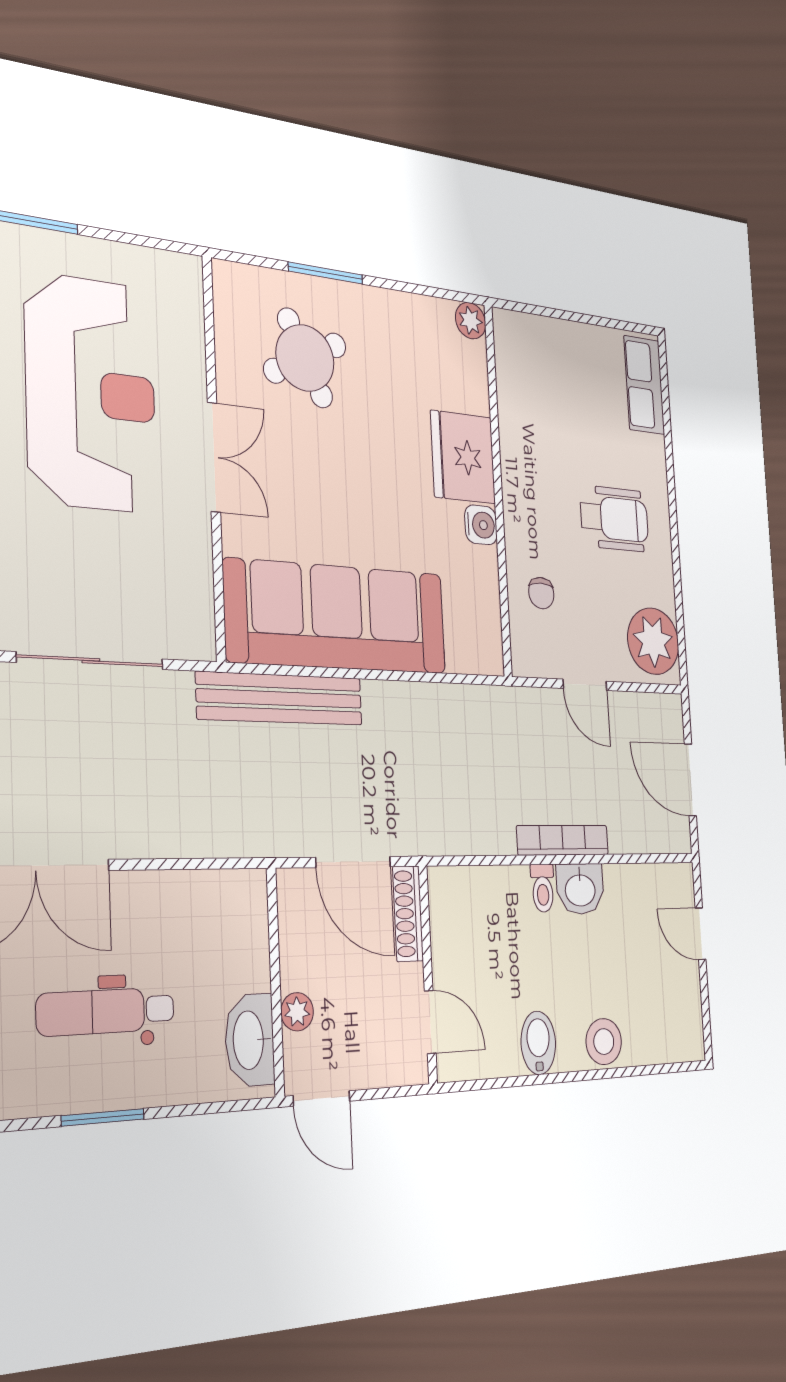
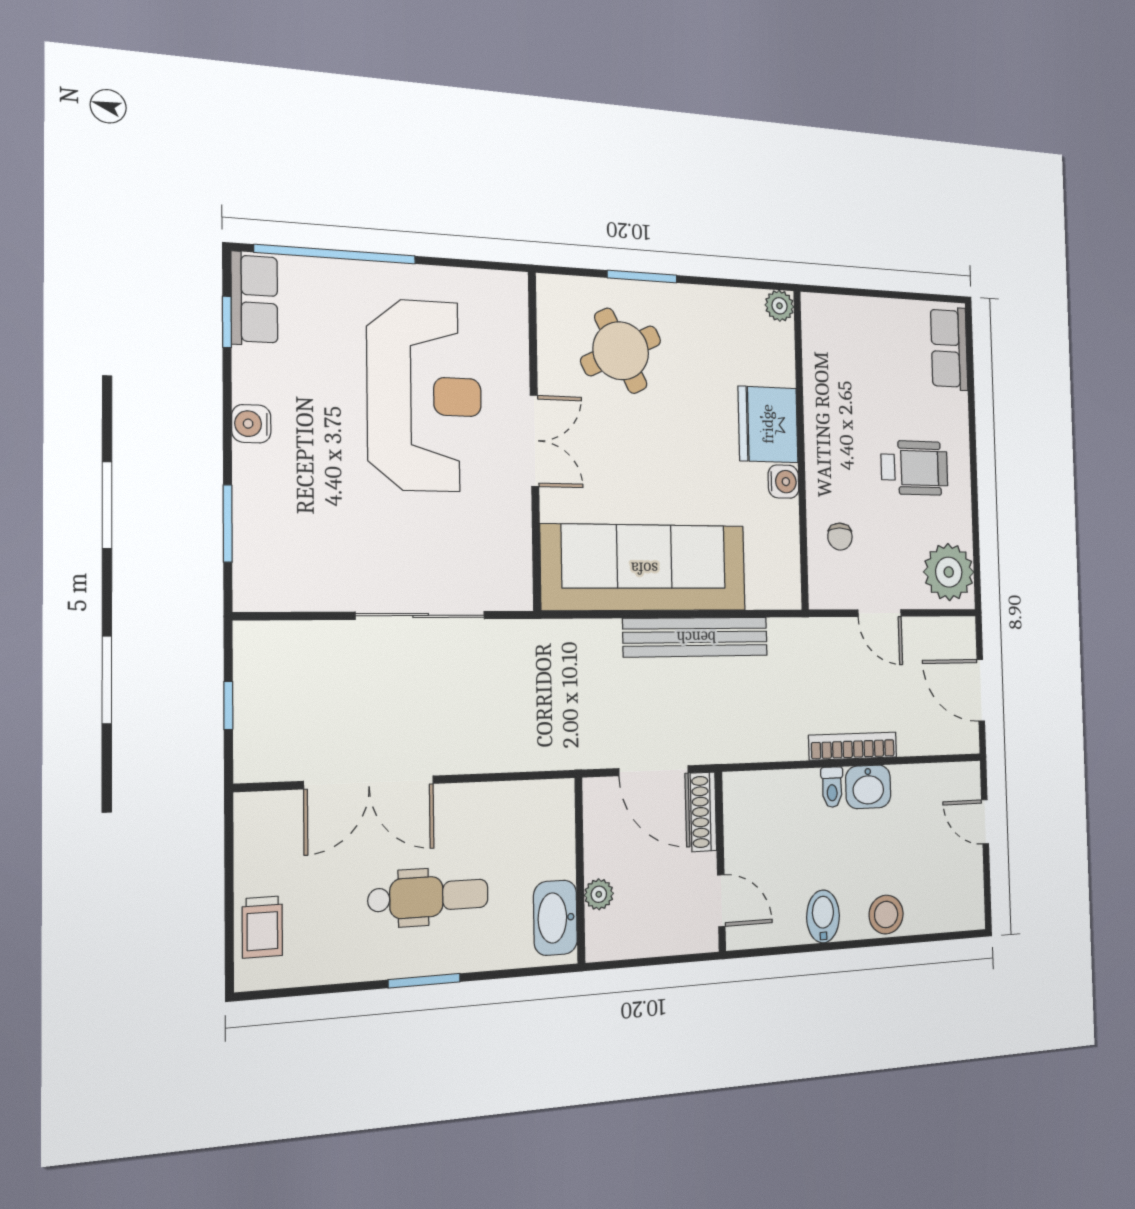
bench: (280, 698) -> (696, 637), moved
dental chair: (106, 1011) -> (428, 897), turned 180
door: (322, 1098) -> (619, 964), removed

